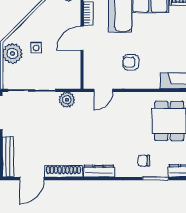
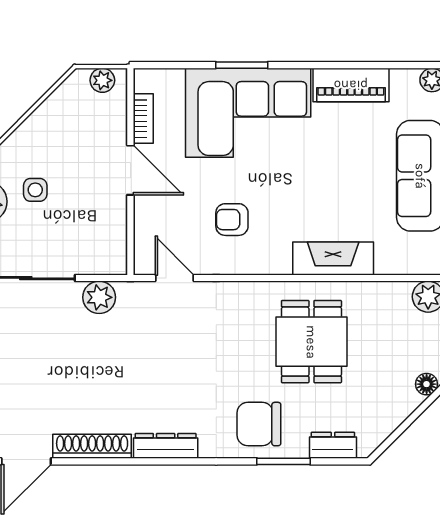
door: (82, 38) -> (130, 170), swing flipped
door: (103, 90) -> (174, 278), swing flipped
chair: (144, 161) -> (259, 424), width x1.87, depth x1.87

